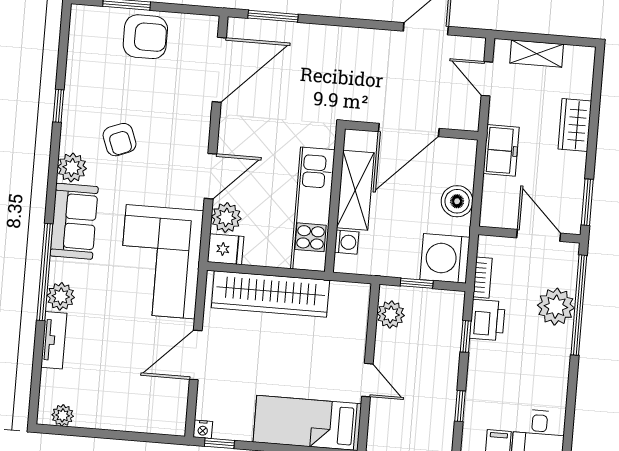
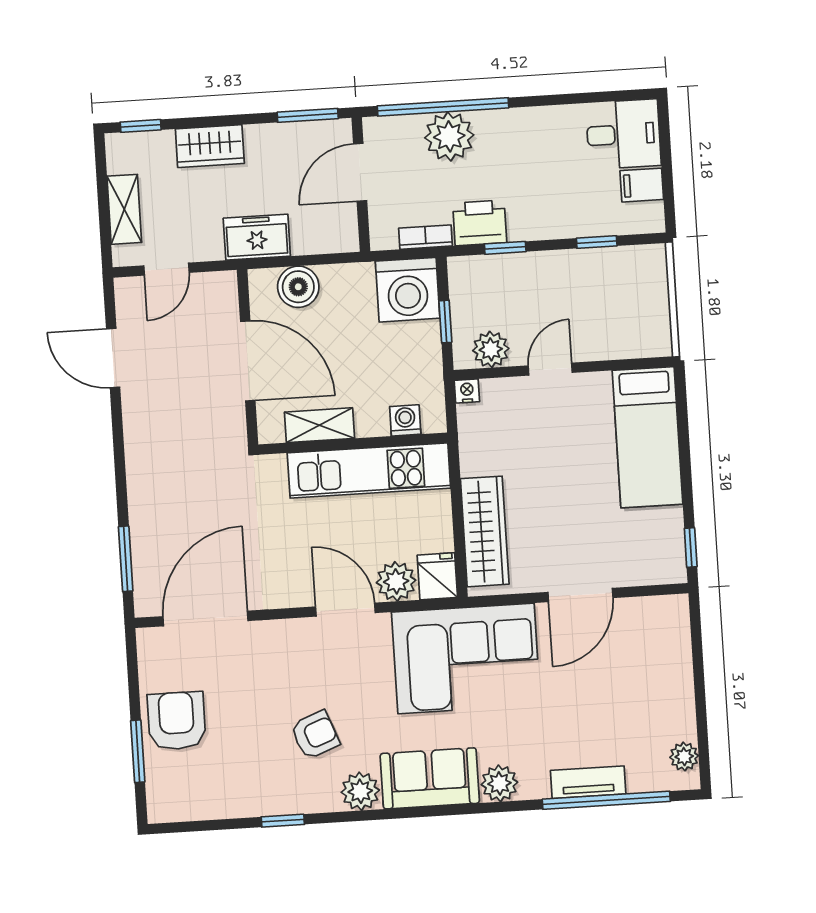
door: (219, 70) -> (205, 619), hinge flipped
window: (598, 75) -> (141, 126), added
shelving: (355, 190) -> (319, 425), width x0.67, depth x0.75
boiler: (457, 201) -> (298, 287), moved
window: (45, 272) -> (606, 800), moved
wardrobe: (270, 294) -> (485, 531), width x0.71, depth x0.85
plant: (61, 296) -> (499, 783), moved
door: (196, 355) -> (580, 595), hinge flipped
door: (367, 380) -> (550, 369), moved
nightstand: (203, 429) -> (467, 391), moved, turned -90

